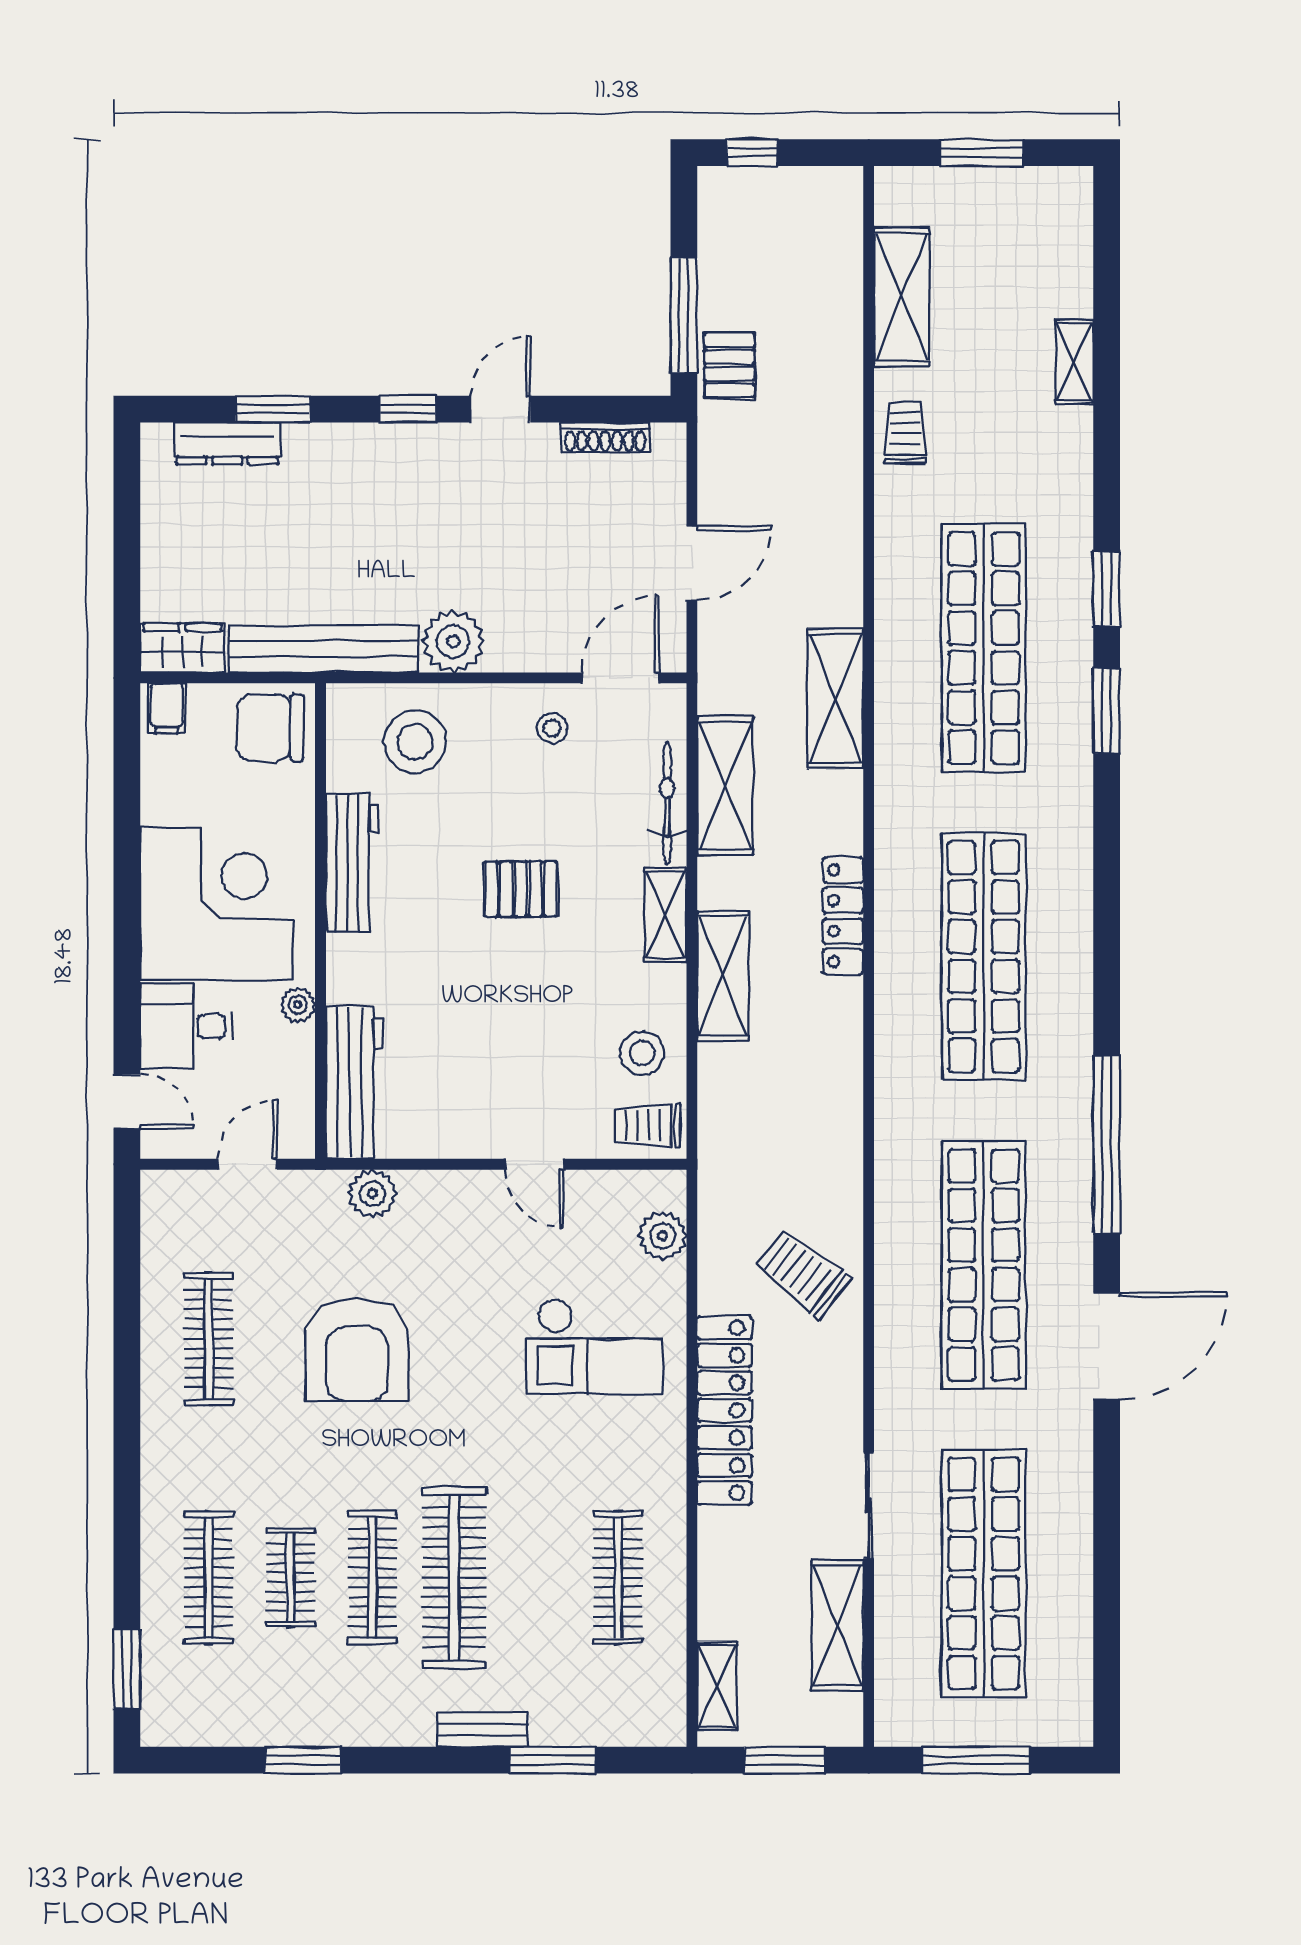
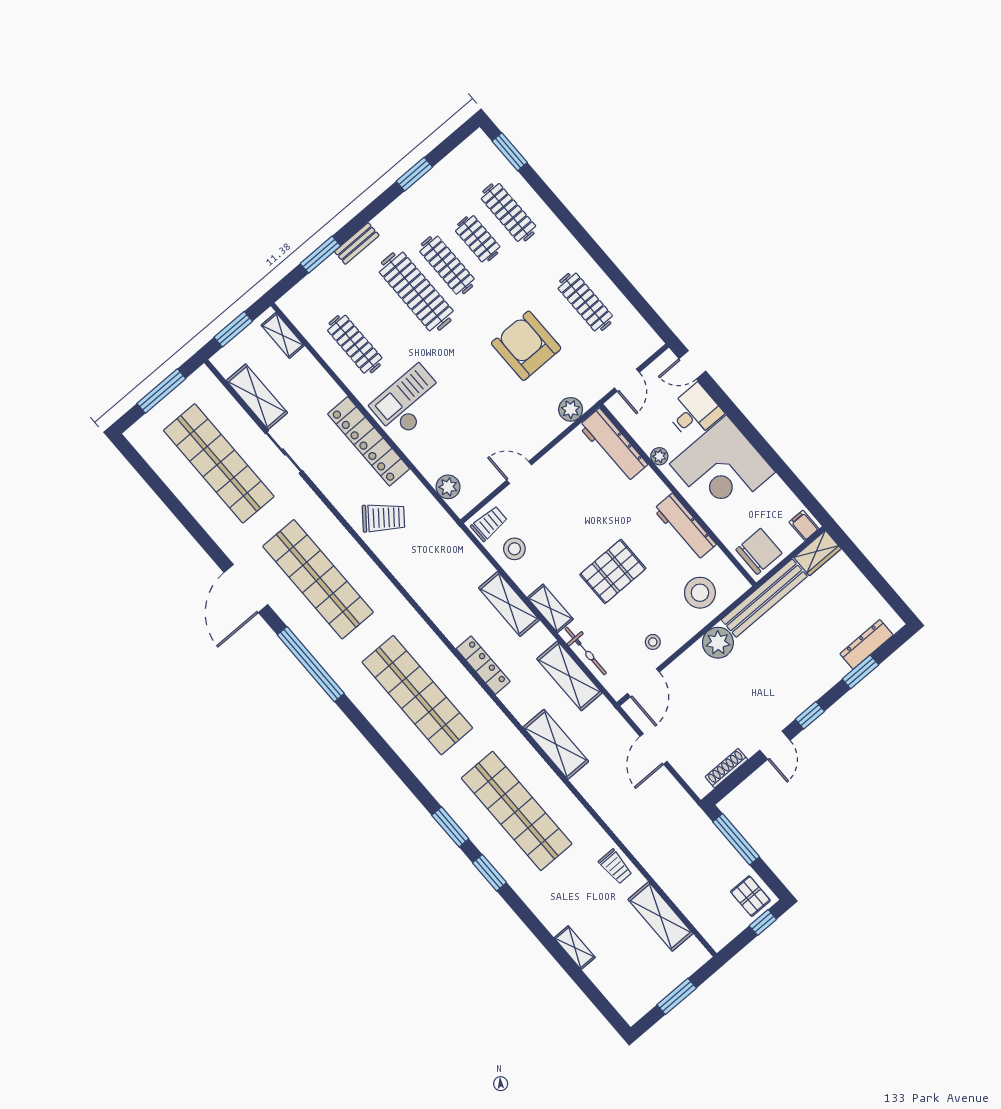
pallet: (730, 365) -> (750, 896), moved
pallet: (521, 889) -> (613, 571), width x1.50, depth x1.42
checkout: (594, 1346) -> (409, 402), moved

